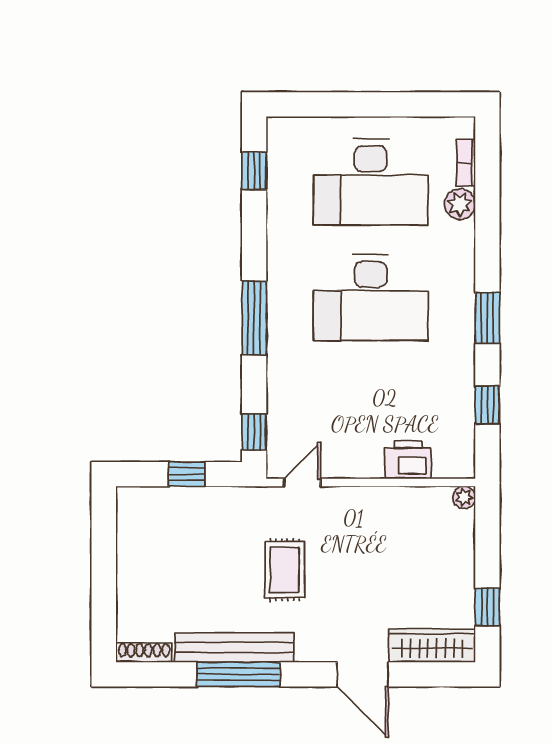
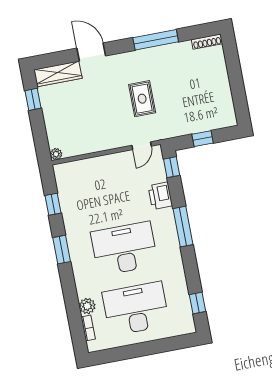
printer: (408, 460) -> (160, 196), moved, turned 90
bench: (234, 647) -> (161, 53), removed

